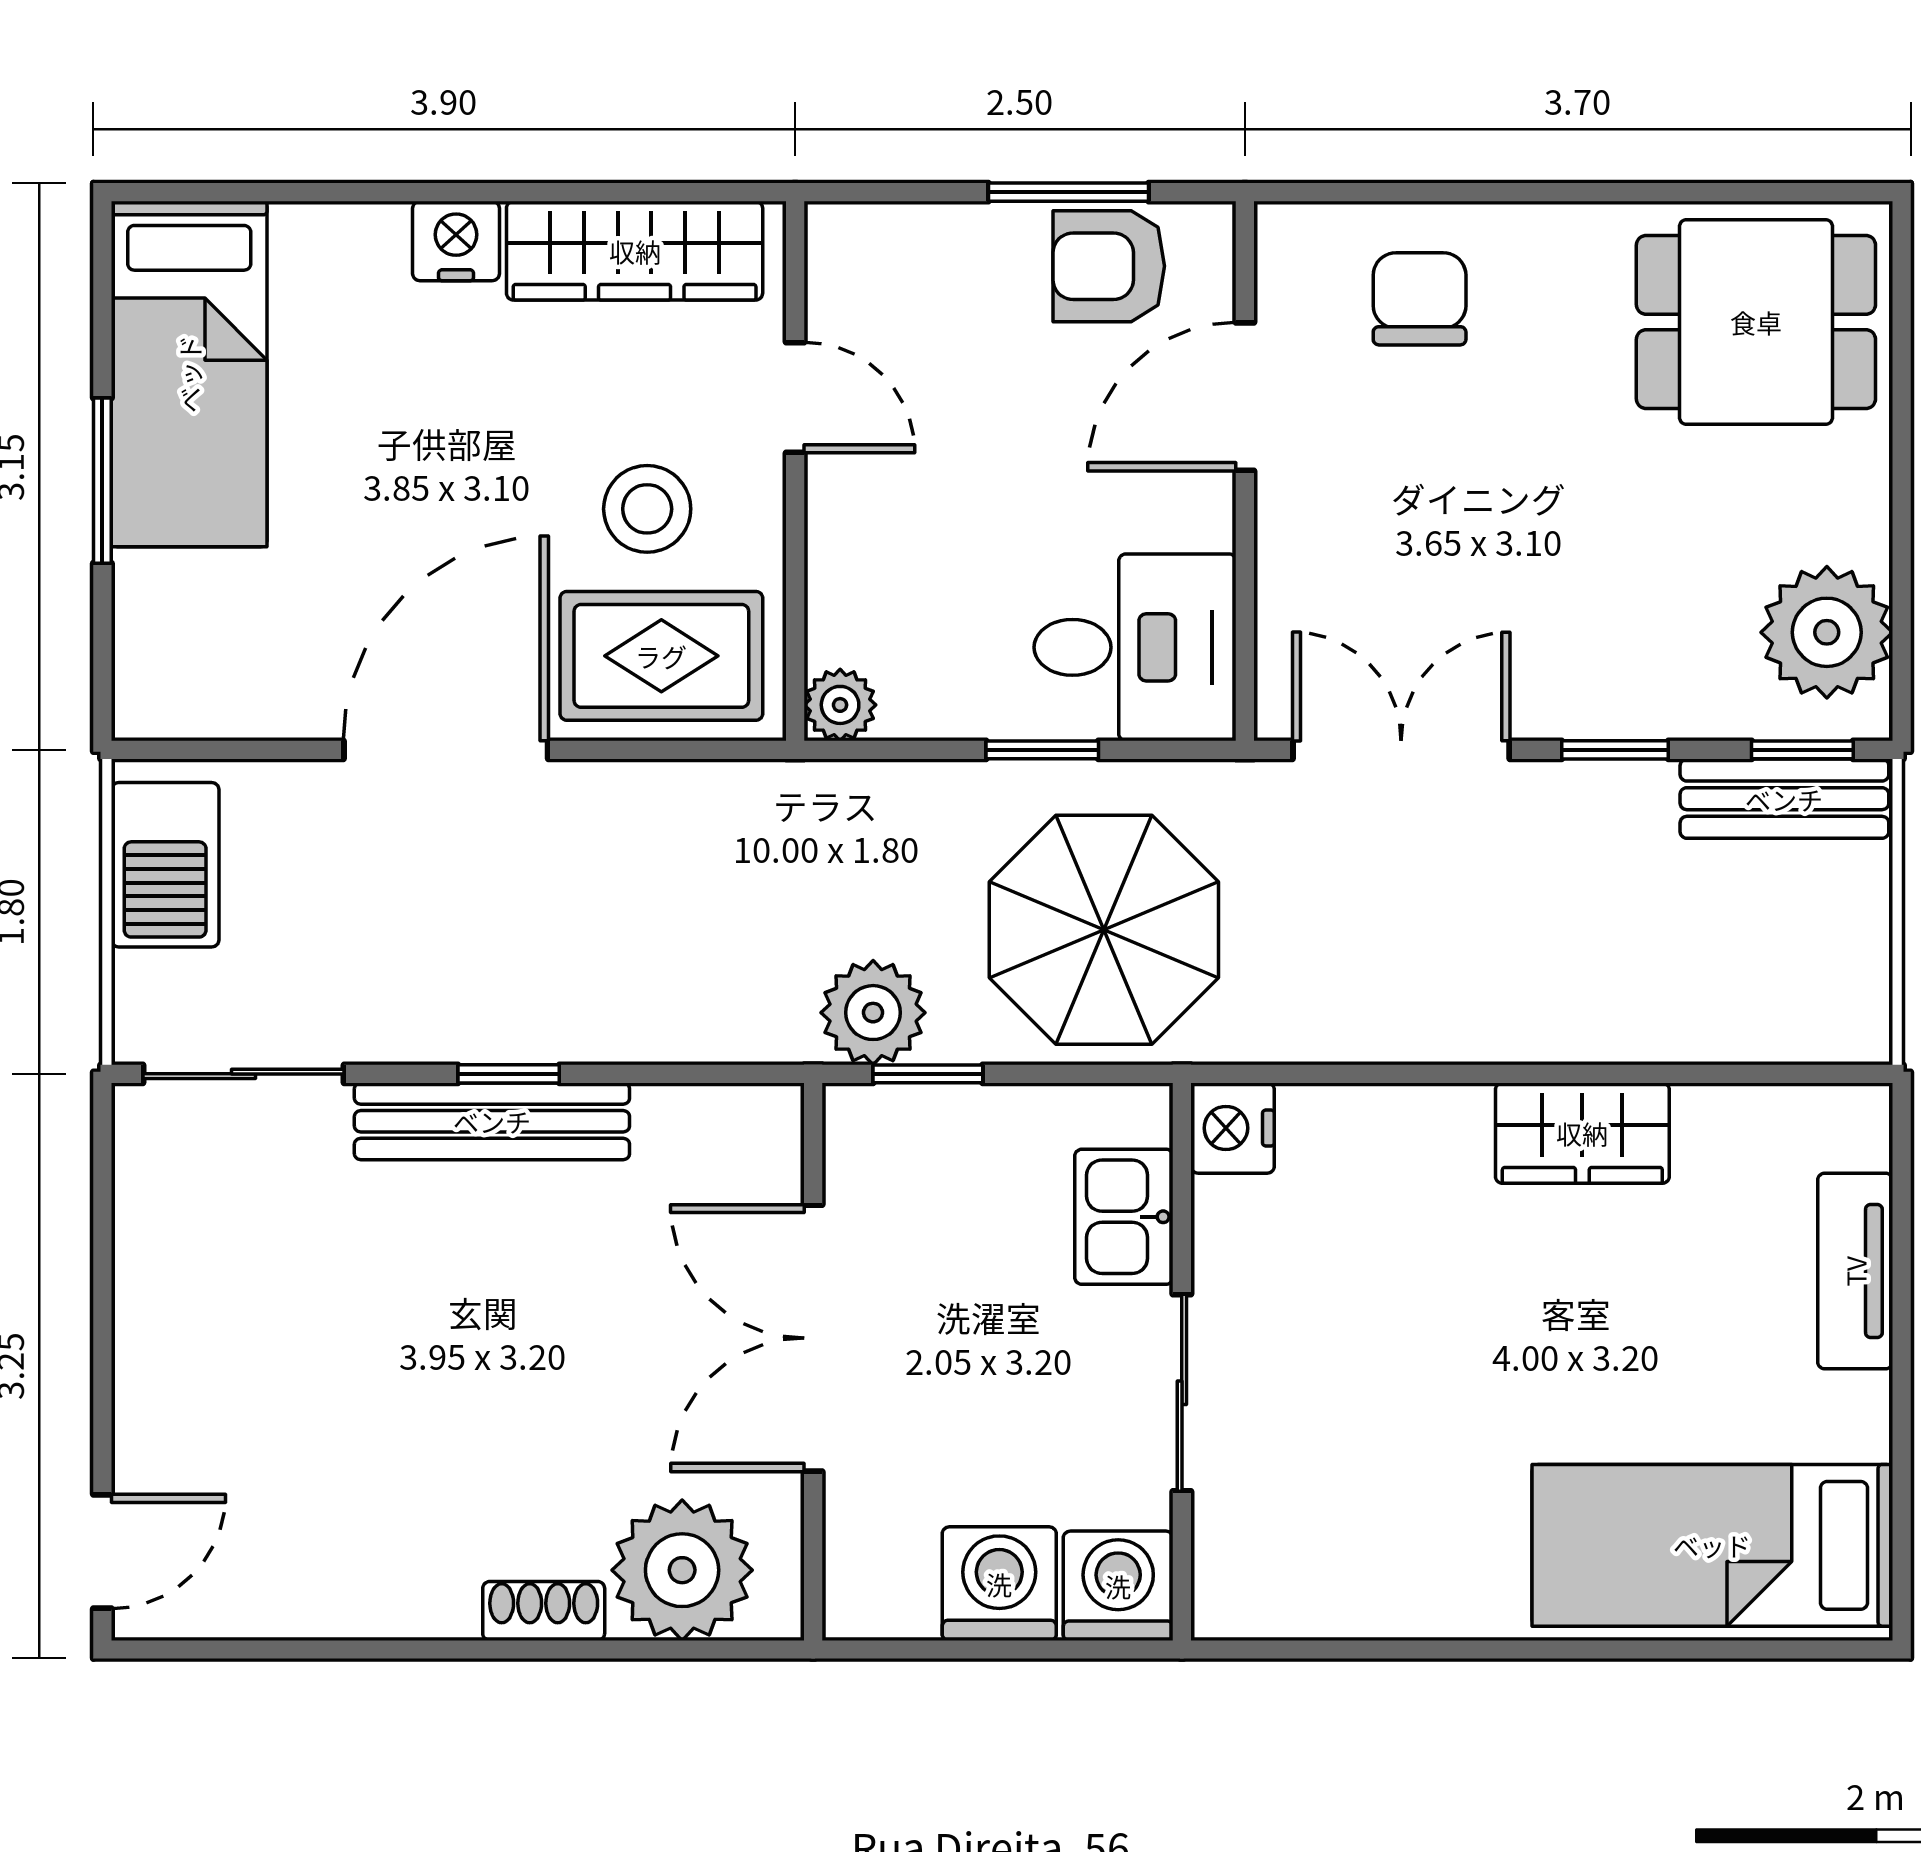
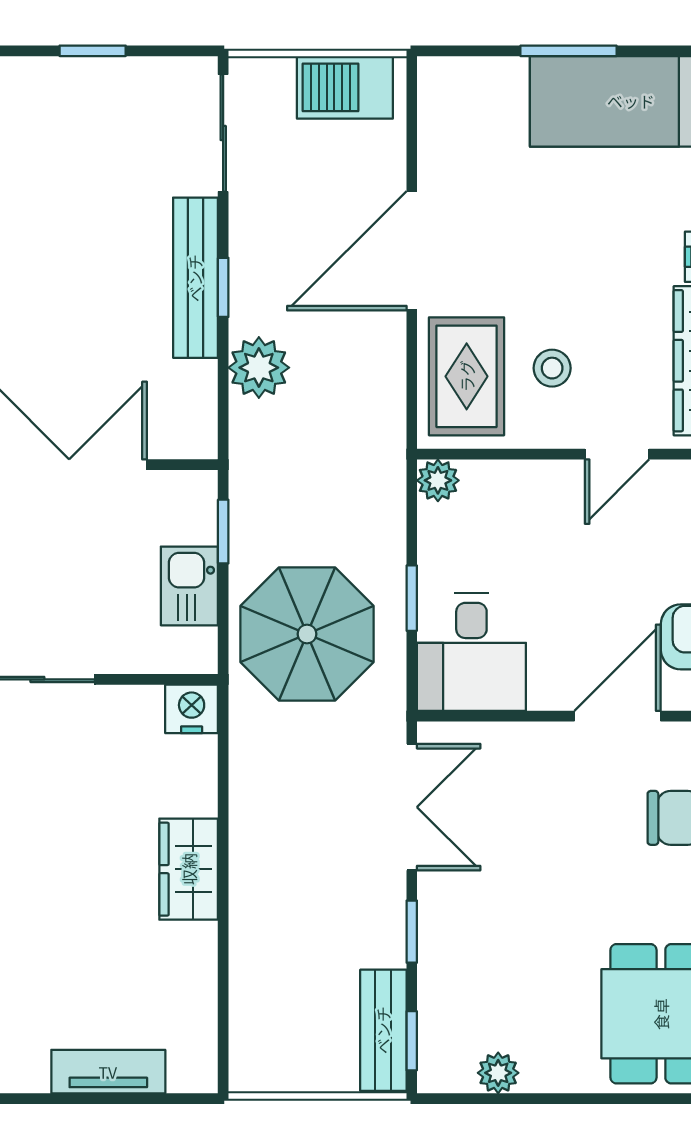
door: (1245, 397) -> (617, 716), hinge flipped
stool: (647, 509) -> (552, 368), width x0.73, depth x0.73
plant: (1827, 632) -> (498, 1073), width x0.53, depth x0.53
door: (446, 750) -> (412, 251), swing flipped
plant: (873, 1013) -> (259, 368), moved
wardrobe: (1582, 1133) -> (189, 869), moved
kitchen sink: (1124, 1217) -> (189, 586), moved, turned -90
window: (102, 1298) -> (93, 51), added

